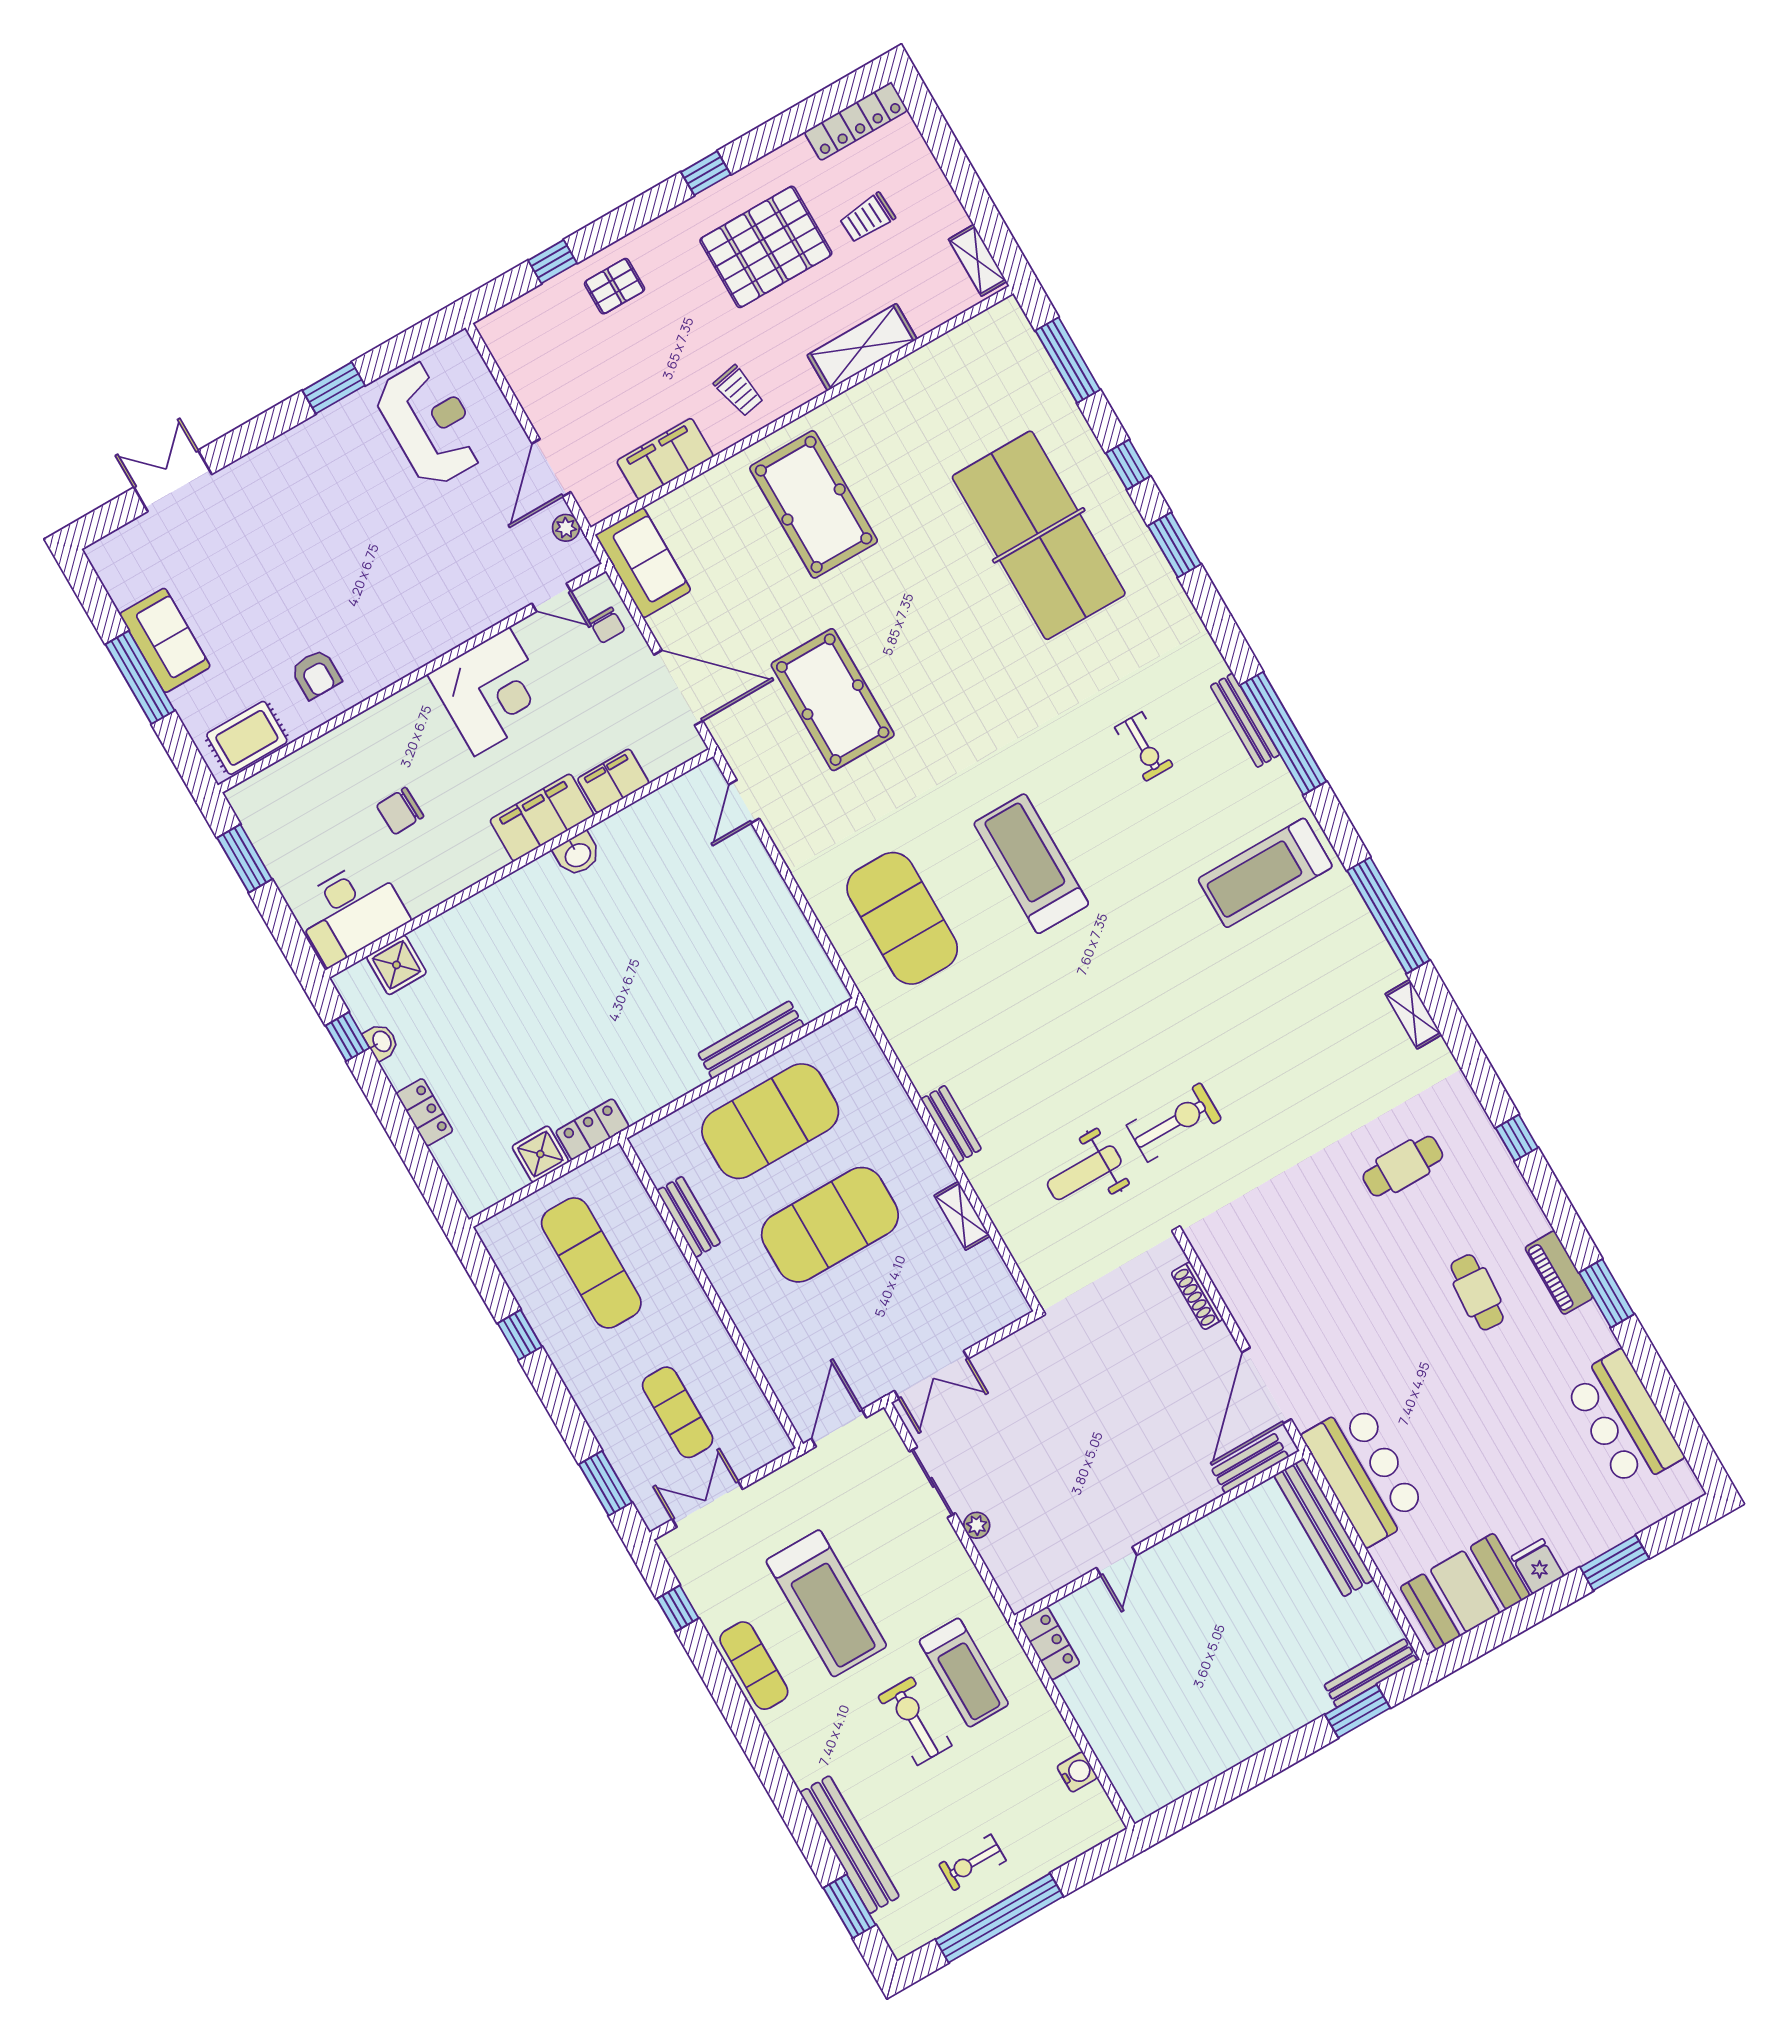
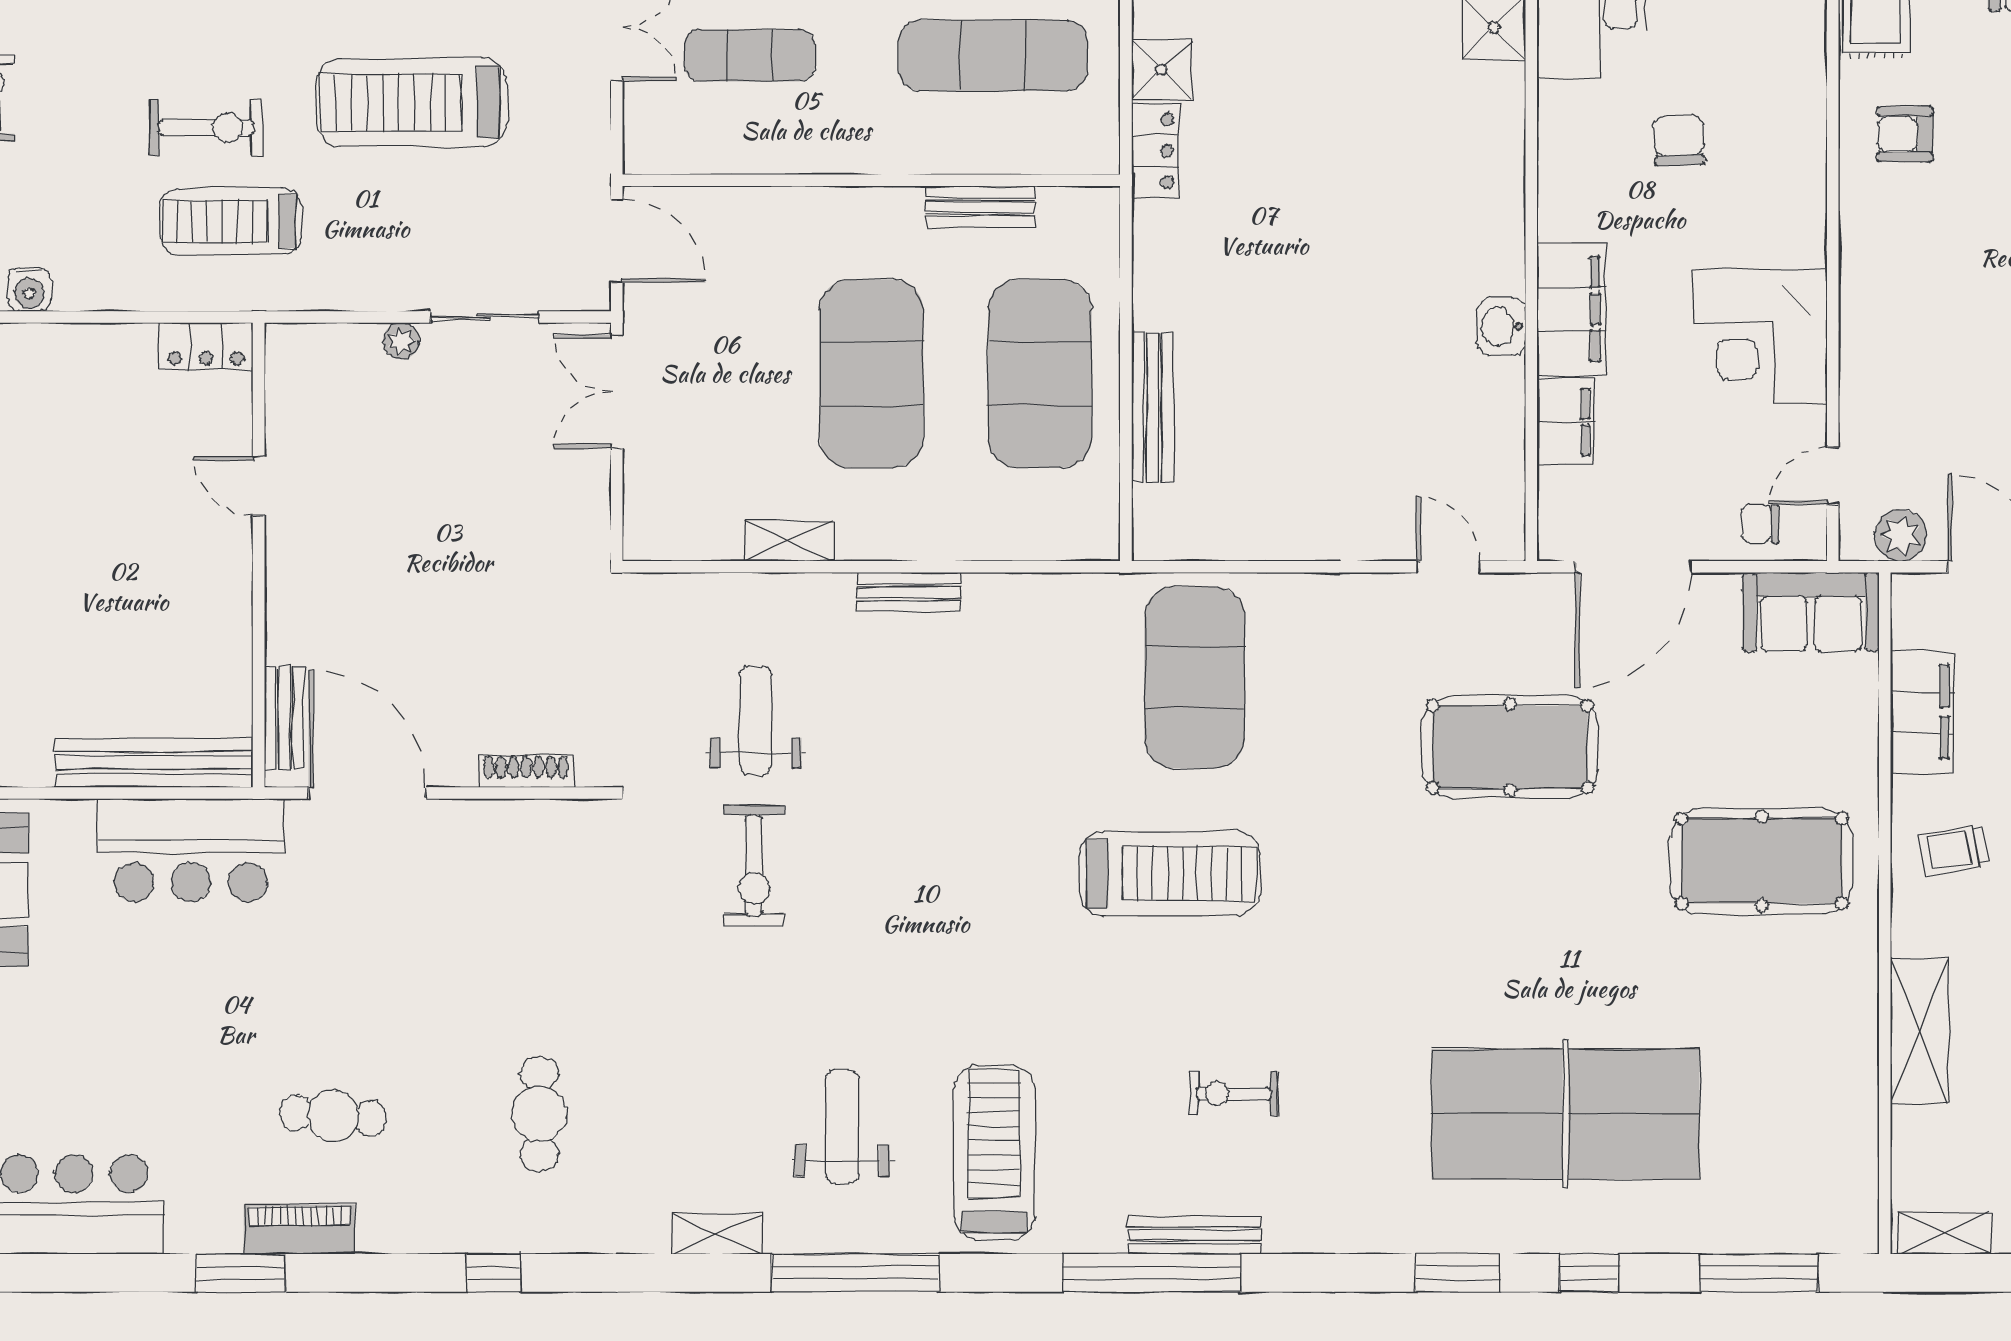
plant: (566, 528) -> (1901, 535), width x1.38, depth x1.38
exercise mat: (902, 918) -> (1194, 678), turned 90
weight bench: (1303, 976) -> (842, 1126), added

